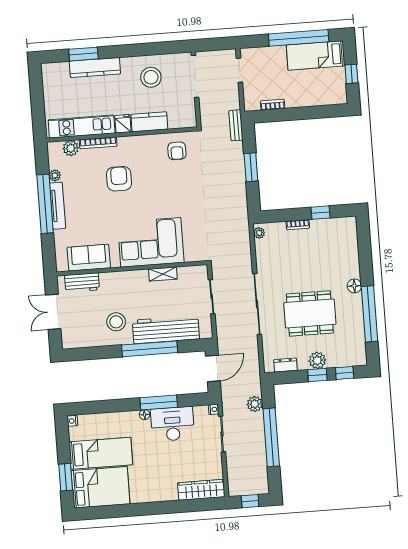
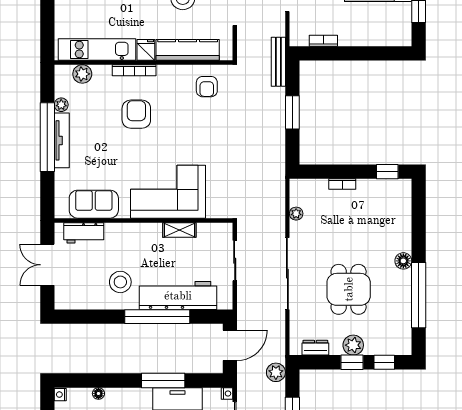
kitchen counter: (149, 122) -> (188, 50), width x1.50
bench: (236, 125) -> (278, 62), width x1.36
bookcase: (98, 143) -> (134, 70), moved
window: (320, 213) -> (387, 172), moved
plant: (259, 233) -> (296, 214), moved
dining table: (310, 313) -> (349, 289), width x0.73
plant: (255, 404) -> (276, 372), moved
floor lamp: (144, 415) -> (98, 393), moved

